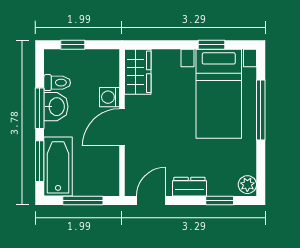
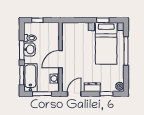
wardrobe: (138, 72) -> (68, 33), removed
washing machine: (110, 97) -> (55, 78), moved

